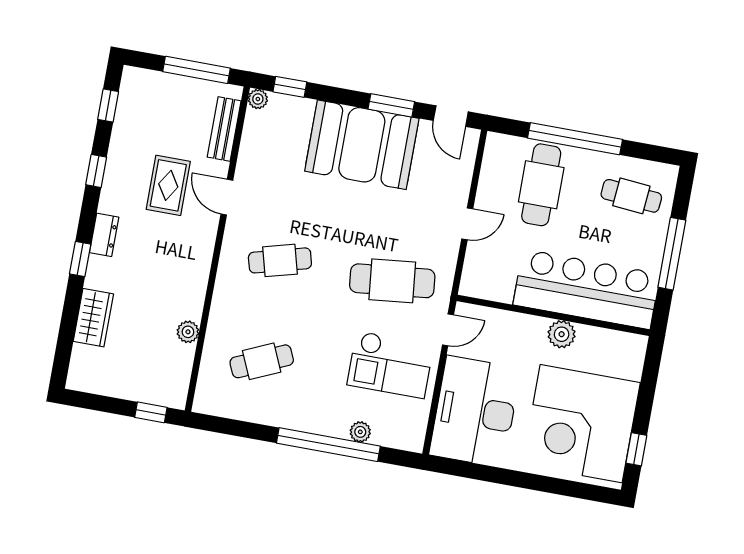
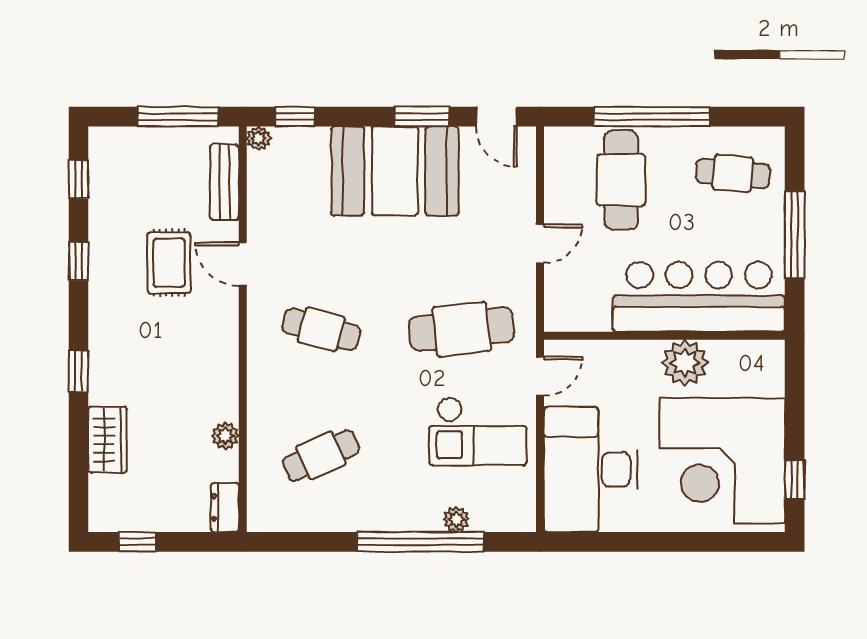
dresser: (104, 235) -> (225, 507), moved, turned 180
cafe table: (280, 260) -> (321, 329), turned 30
plant: (562, 334) -> (685, 363), width x1.36, depth x1.36
window: (151, 412) -> (137, 542), moved

